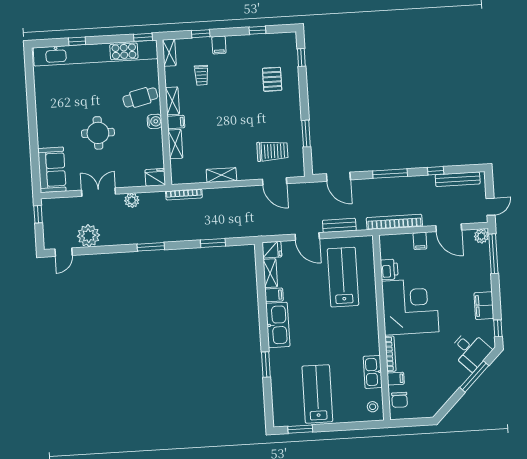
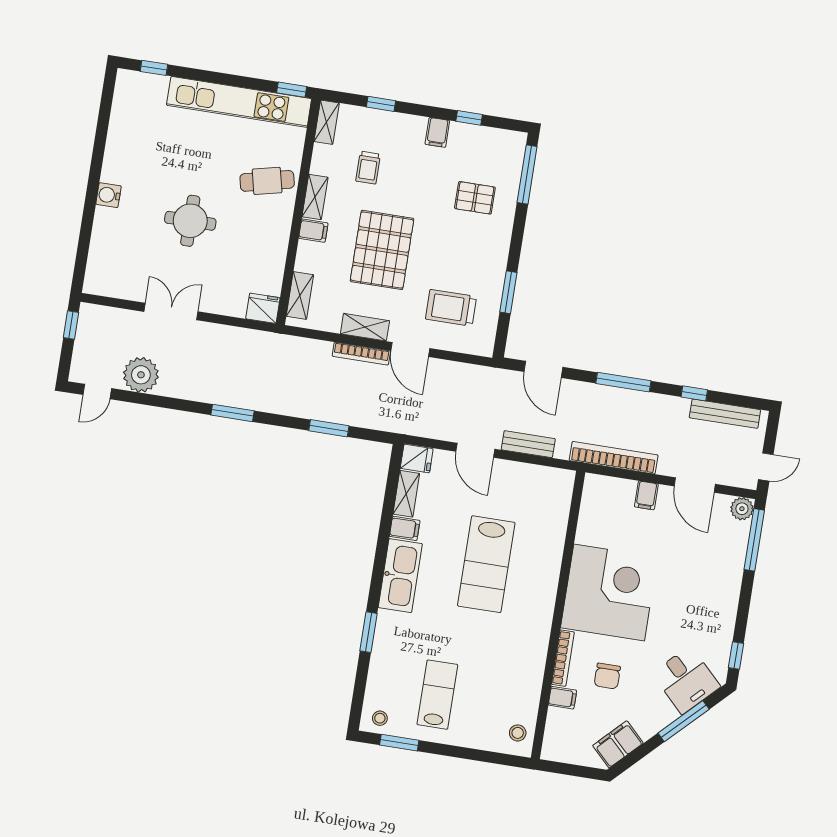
window: (77, 41) -> (154, 68), moved
filing cabinet: (219, 45) -> (437, 132), moved
kitchen unit: (96, 53) -> (239, 102), width x0.73
window: (301, 58) -> (527, 174), width x2.17
pallet: (272, 79) -> (475, 198), turned 90
water cooler: (155, 121) -> (109, 195), moved, turned 180
pallet: (221, 125) -> (382, 250), added
shelving: (175, 144) -> (300, 295), moved
trolley: (272, 151) -> (451, 308), turned 180
sofa: (52, 170) -> (107, 262), removed
door: (275, 181) -> (410, 349), moved
bookcase: (184, 194) -> (361, 354), moved
plant: (132, 200) -> (219, 335), removed
printer: (389, 269) -> (589, 529), removed
lab bench: (343, 277) -> (486, 564), moved, turned 180
filing cabinet: (484, 306) -> (618, 744), moved, turned 45
kitchen sink: (373, 372) -> (530, 680), removed
lab bench: (317, 394) -> (437, 695), width x0.73, depth x0.72
chair: (400, 400) -> (607, 676), moved
stool: (285, 417) -> (380, 718), added

